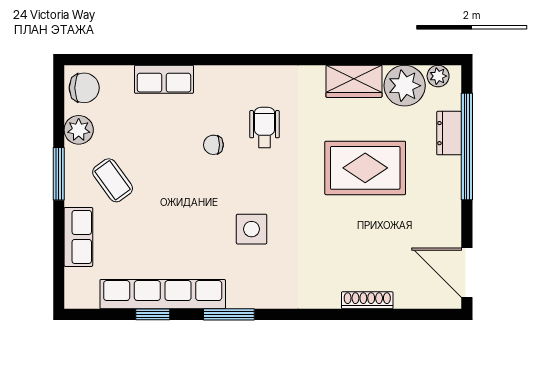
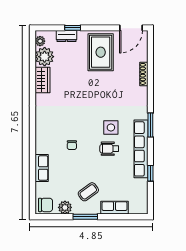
chair: (84, 88) -> (46, 205), turned 90
wheelchair: (265, 127) -> (109, 149), moved
window: (467, 146) -> (73, 28), width x0.32
rug: (365, 168) -> (101, 52), moved
row of seats: (163, 294) -> (141, 149), moved
window: (229, 314) -> (150, 125), moved

